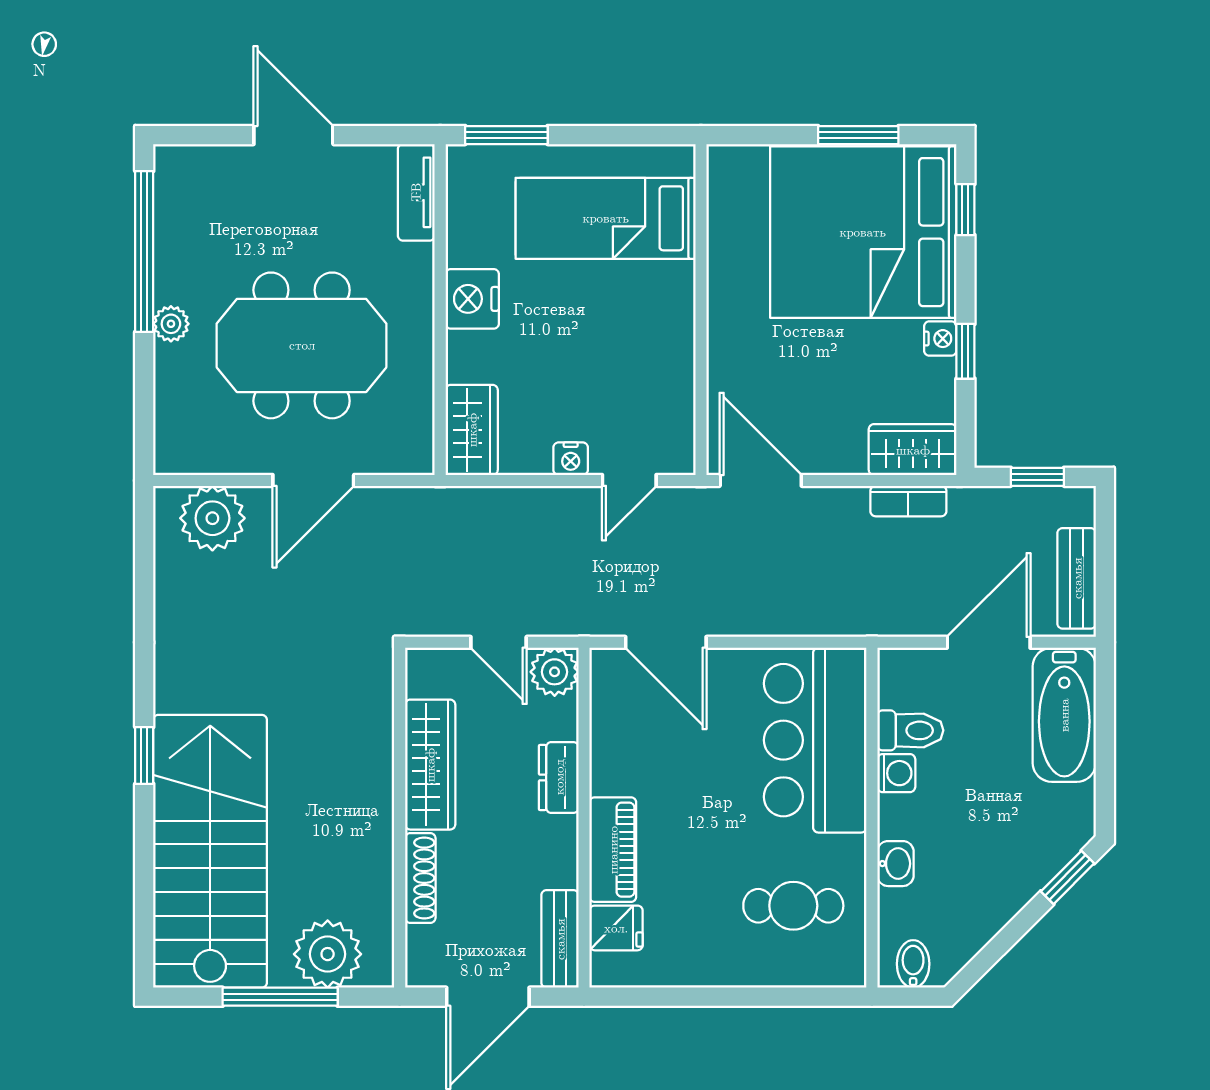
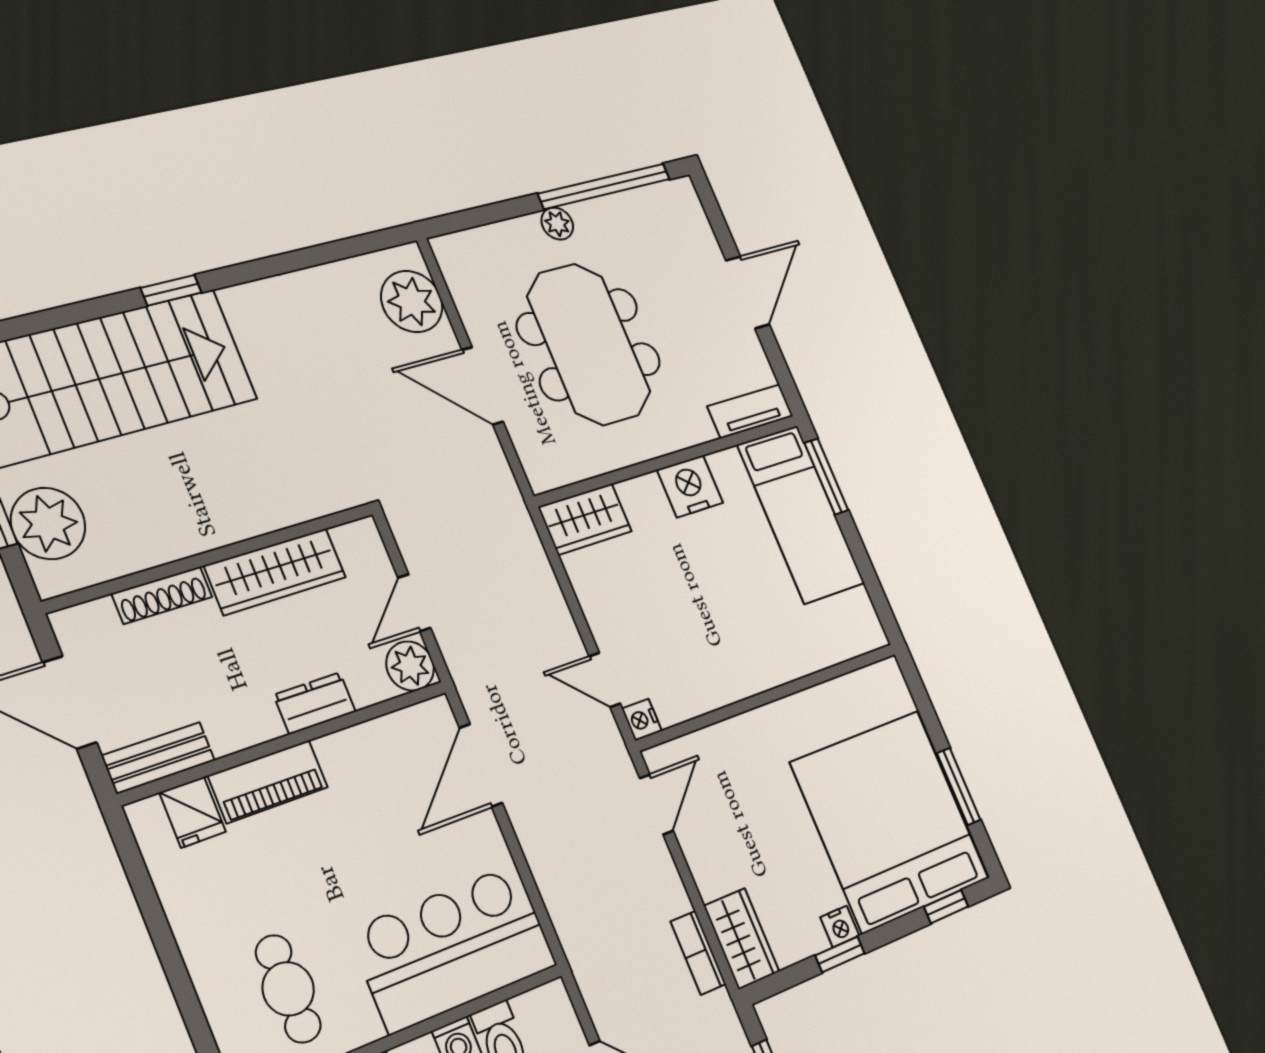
bed: (606, 218) -> (801, 514), moved, turned 180
nightstand: (571, 459) -> (642, 720), moved
door: (761, 480) -> (656, 804), width x0.73

